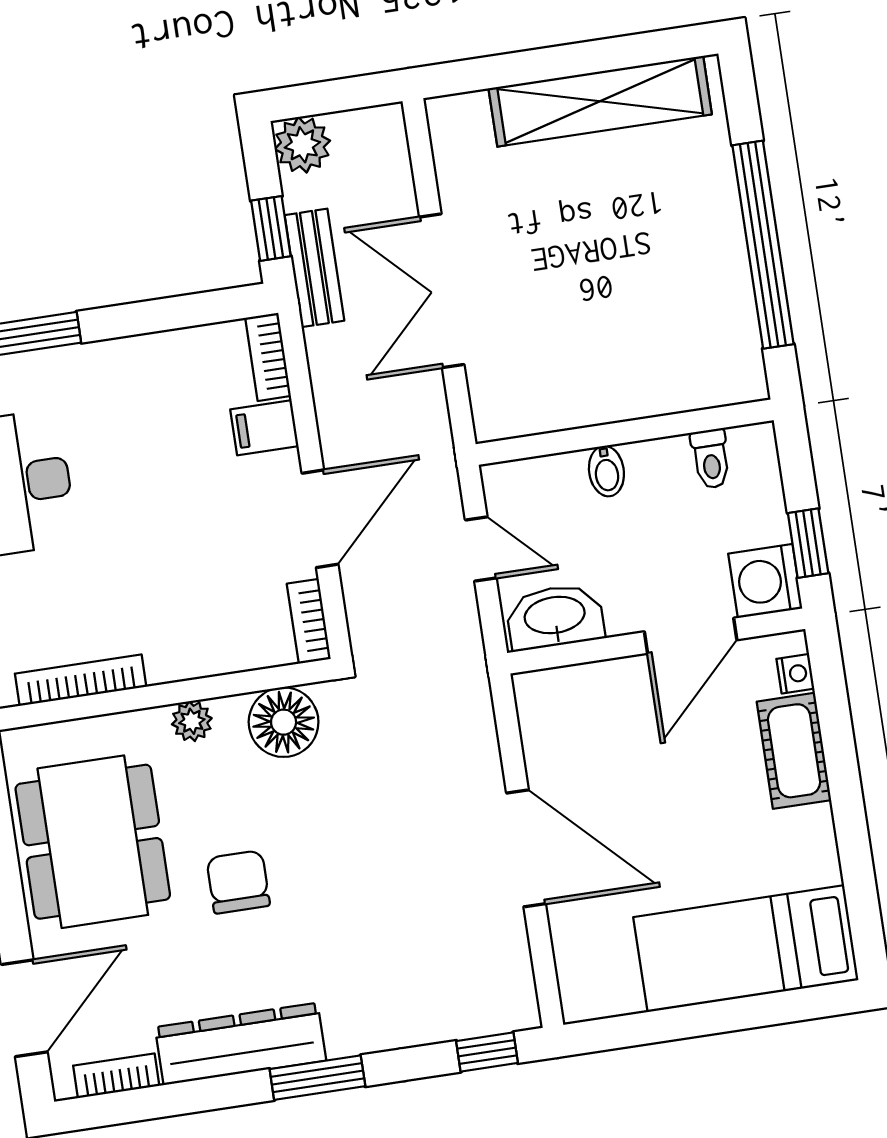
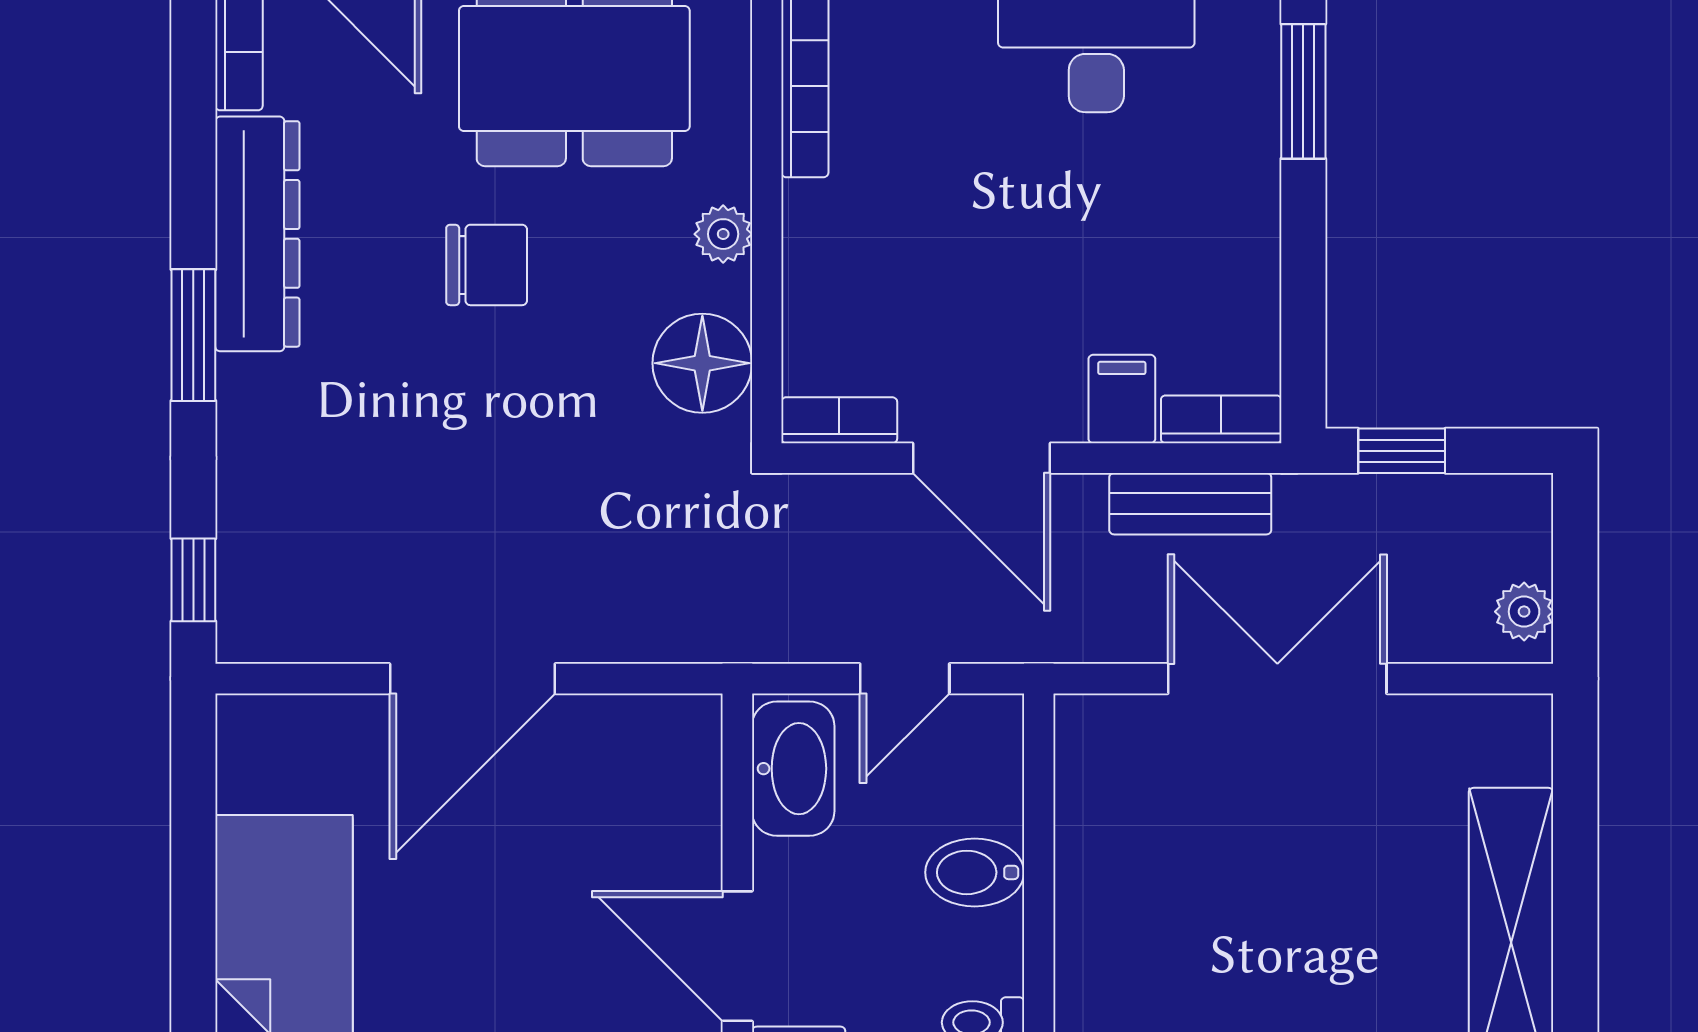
plant: (302, 145) -> (1524, 612), moved, width x0.73, depth x0.73
bench: (314, 268) -> (1190, 504), moved
bidet: (606, 471) -> (975, 872), width x1.38, depth x1.36

